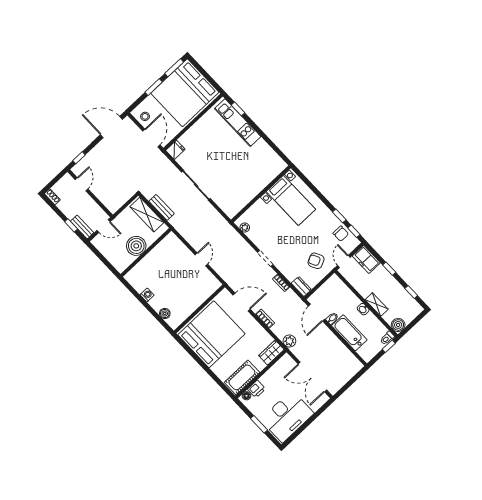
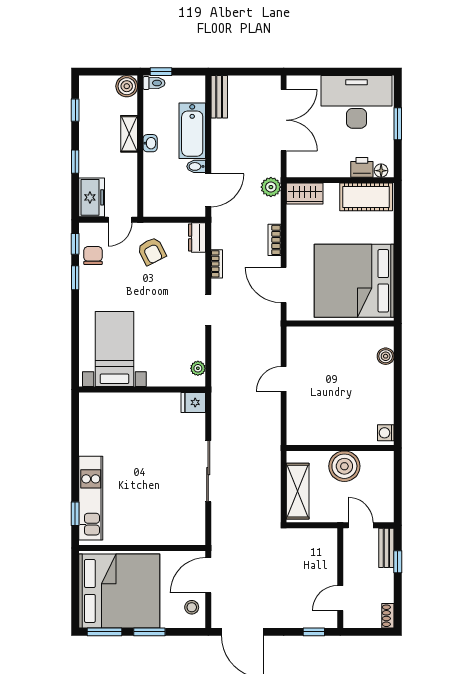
fridge: (175, 150) -> (193, 402), moved
bench: (162, 207) -> (219, 97), moved
washing machine: (147, 295) -> (386, 433), moved

